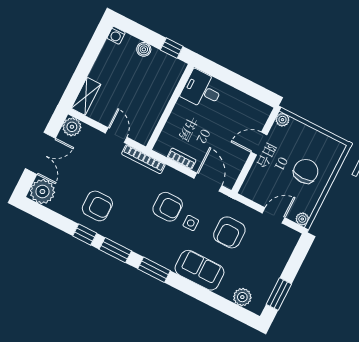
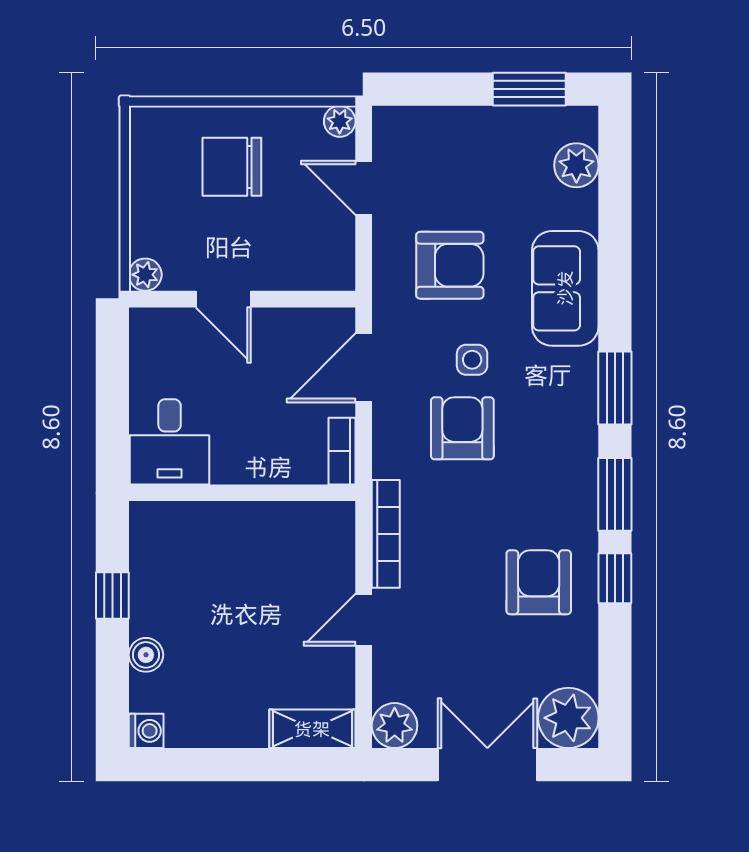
desk: (202, 90) -> (170, 442), moved
wall: (170, 107) -> (242, 493), moved

